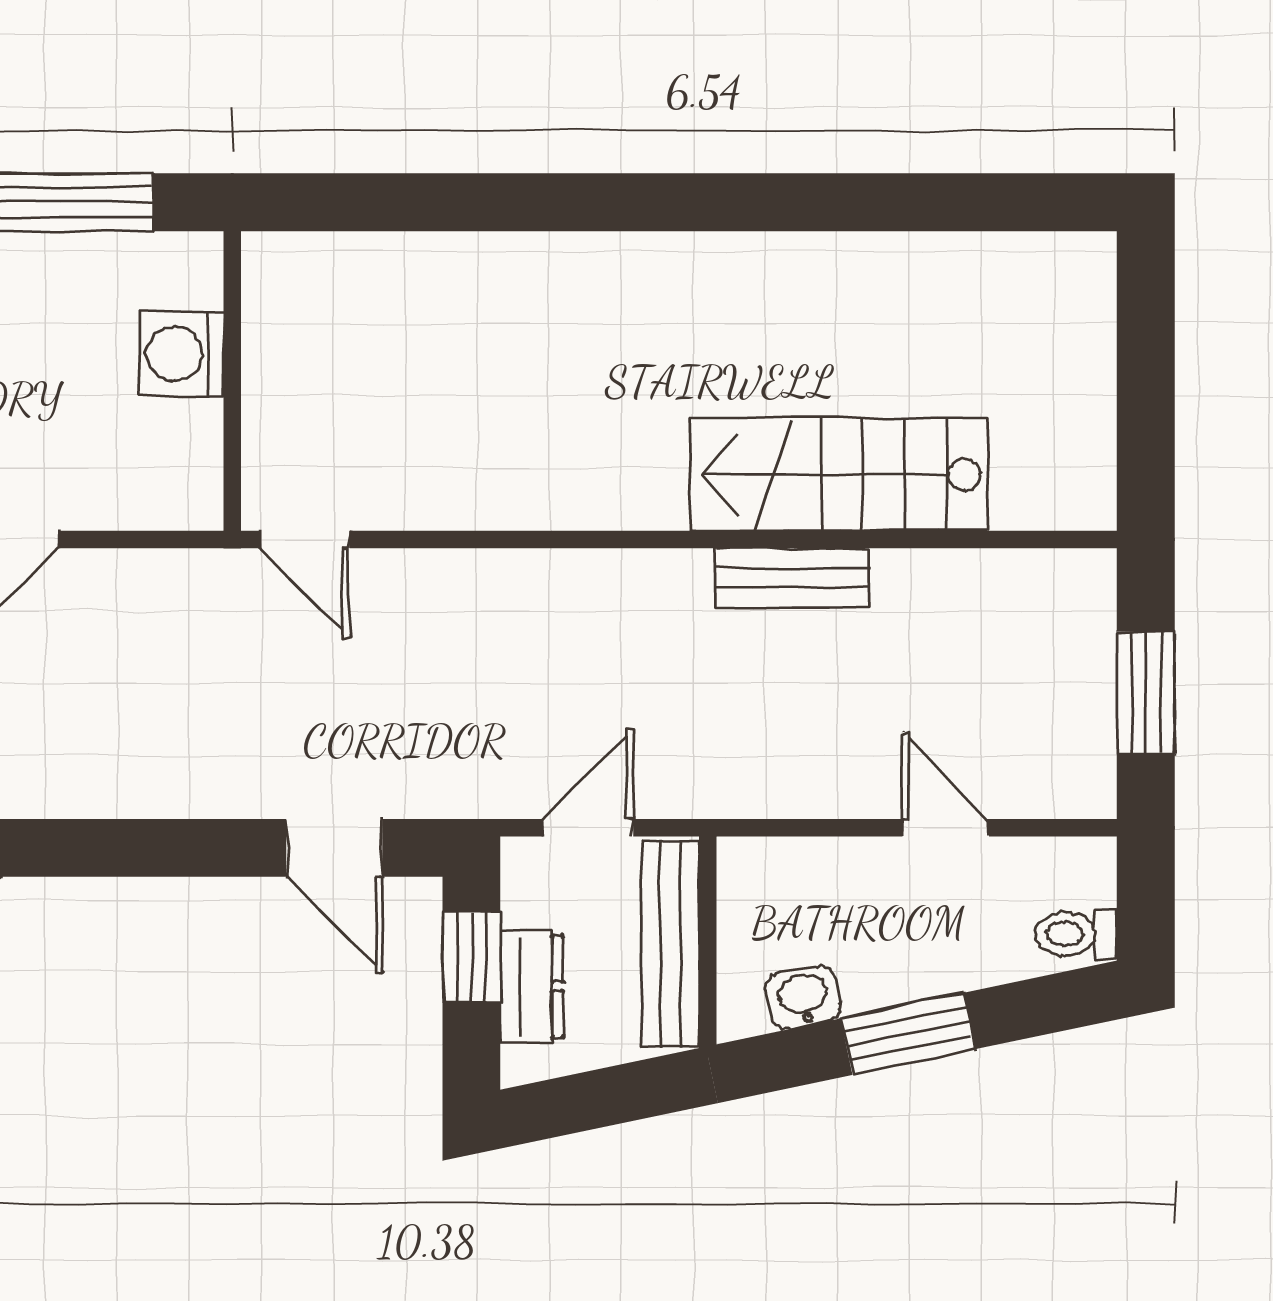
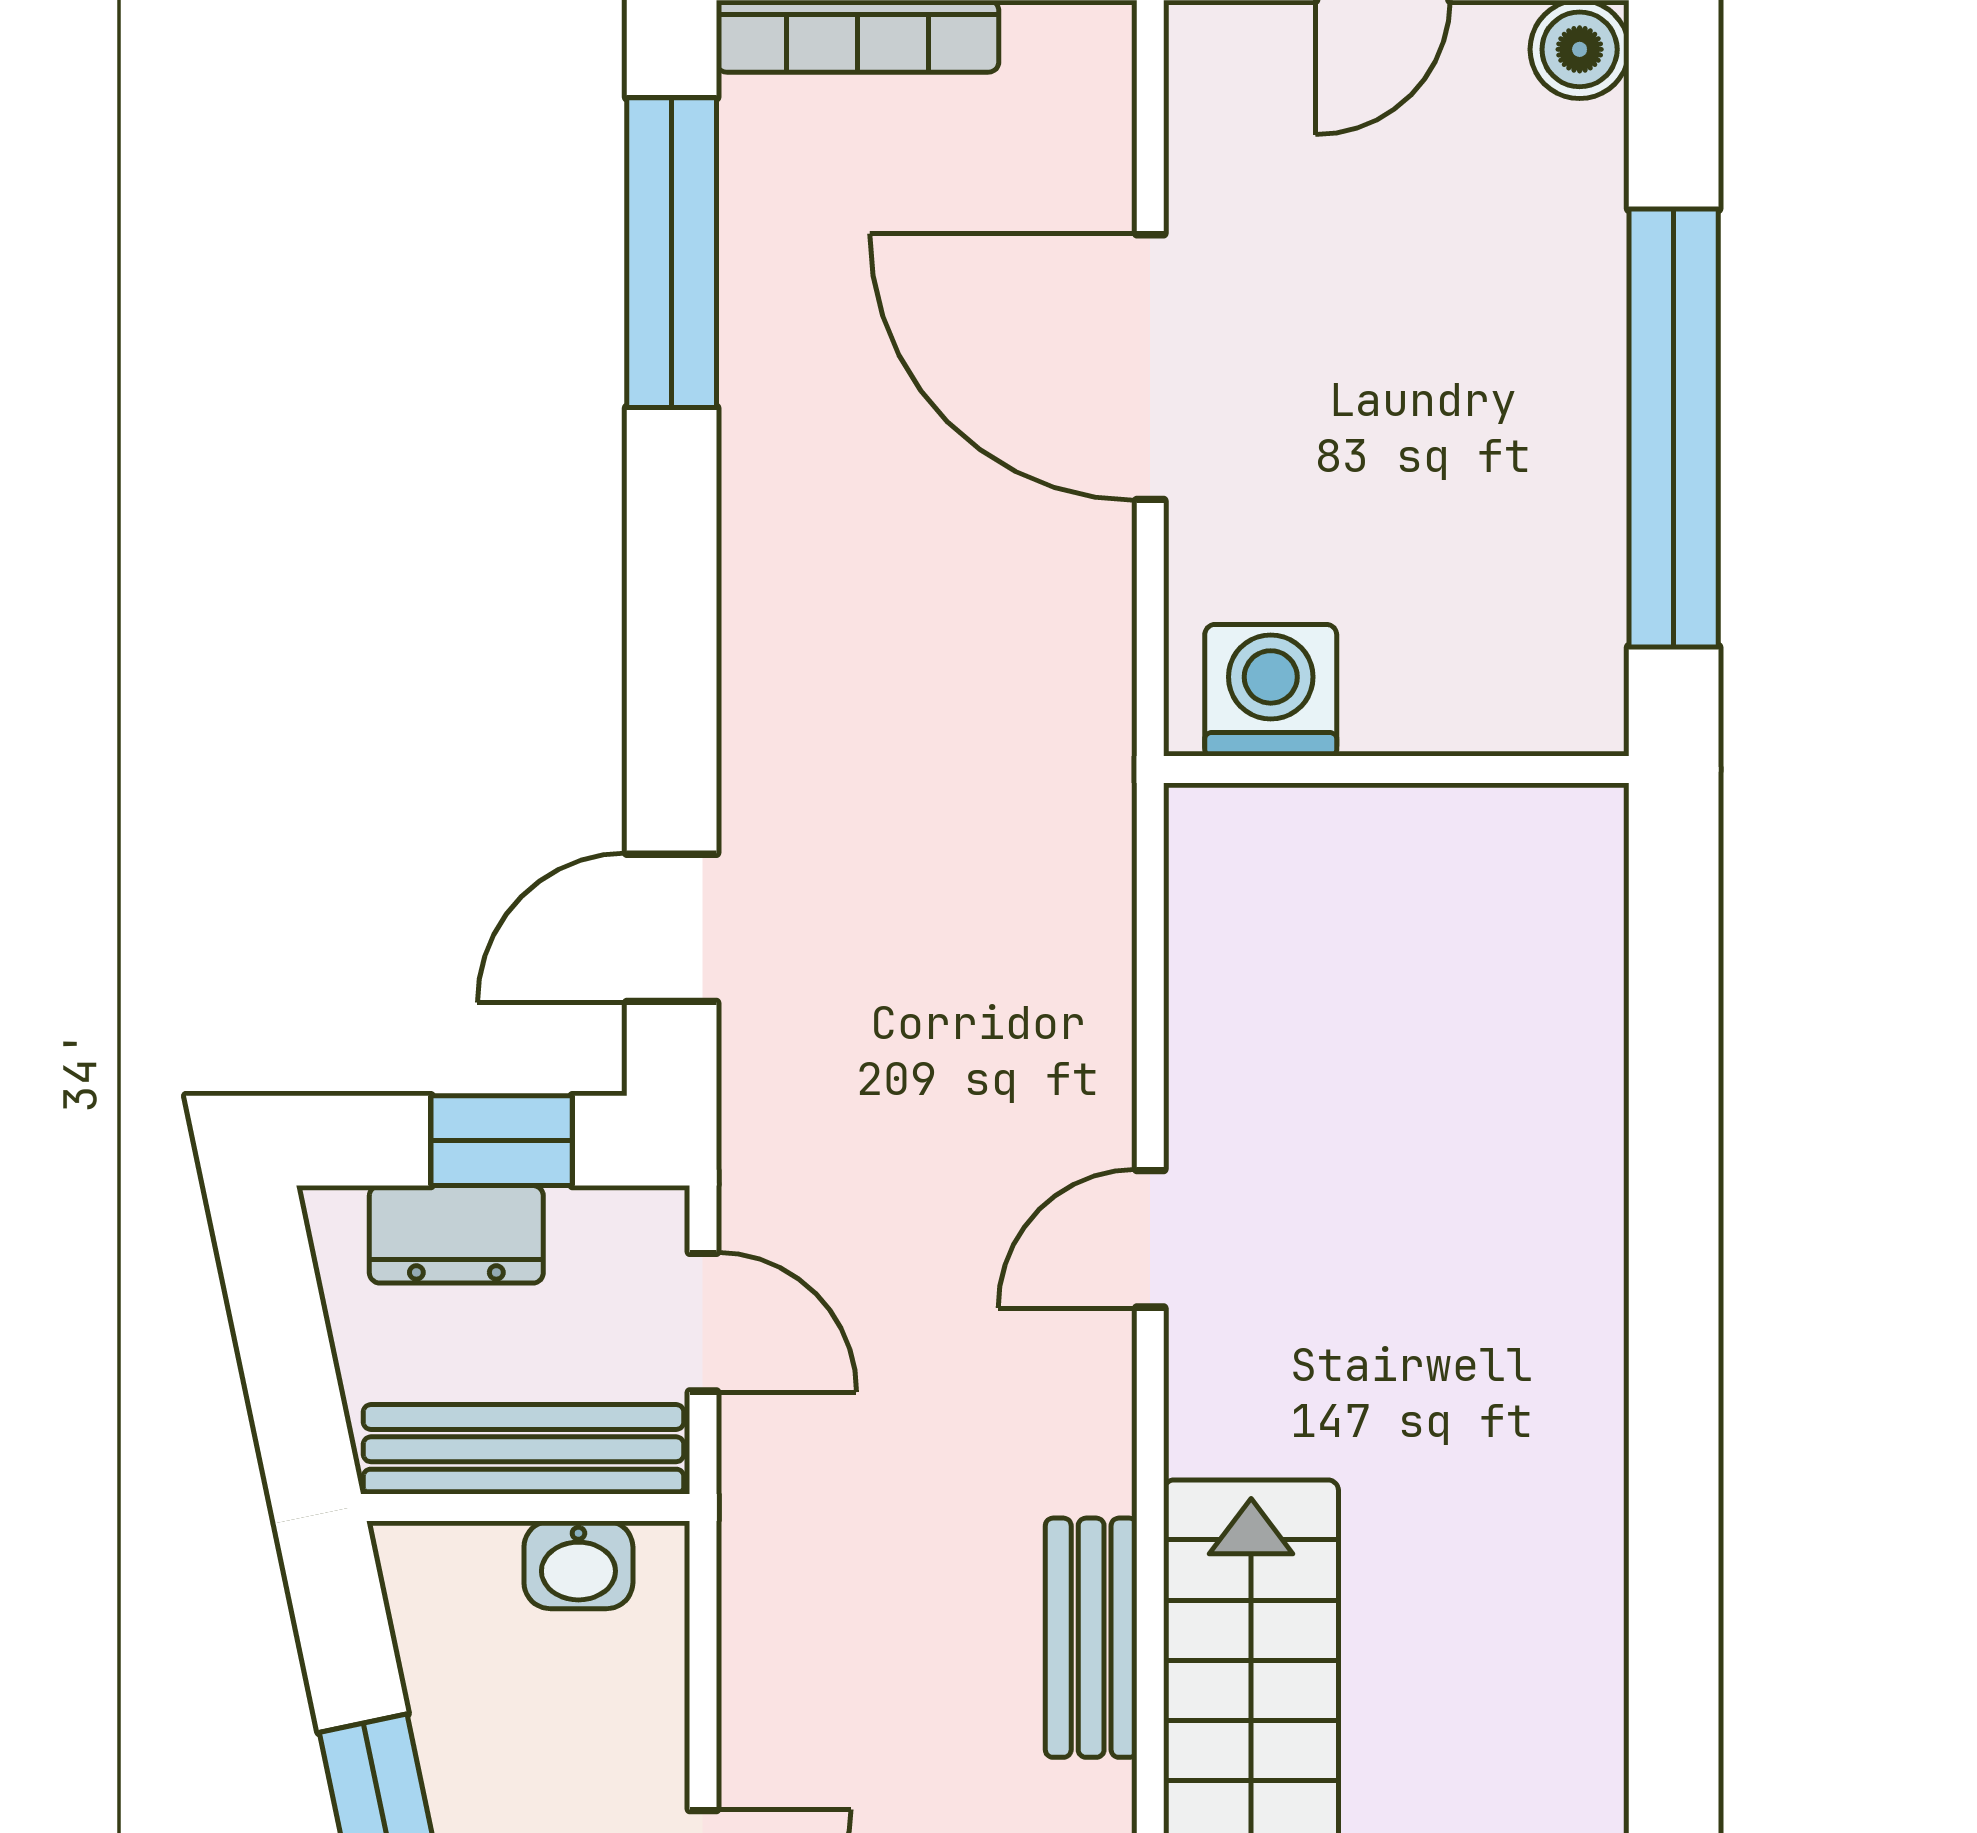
washing machine: (181, 354) -> (1271, 690), moved
door: (305, 539) -> (1150, 1239), moved
washbasin: (803, 997) -> (578, 1565), moved, turned 102

